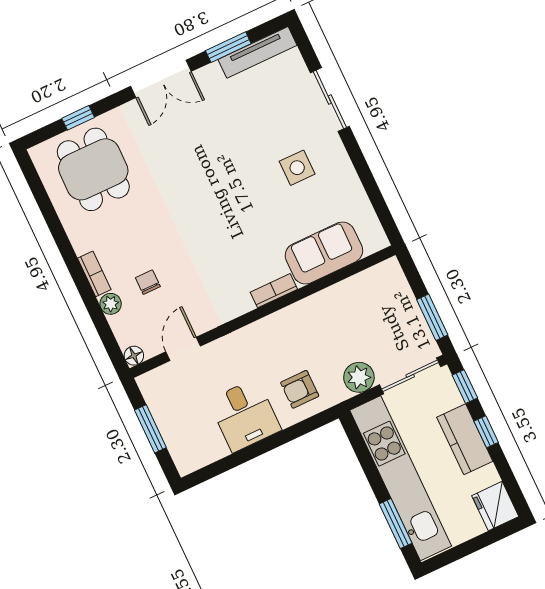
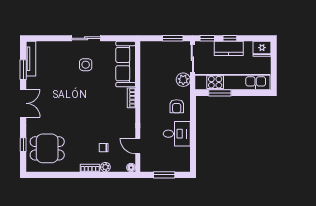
sliding door: (330, 100) -> (86, 38), moved
sofa: (324, 253) -> (126, 64), width x1.36
window: (396, 524) -> (220, 93), moved

